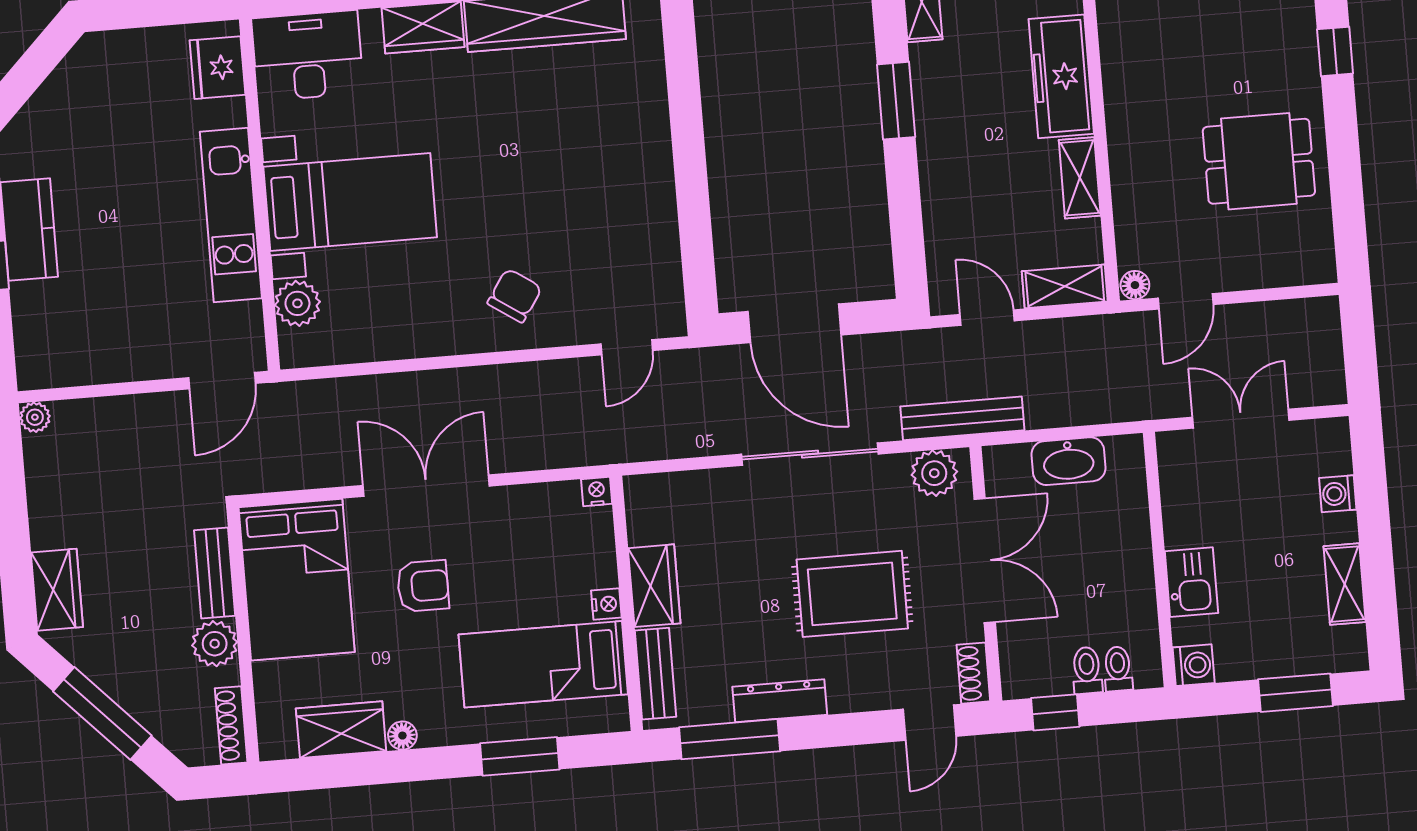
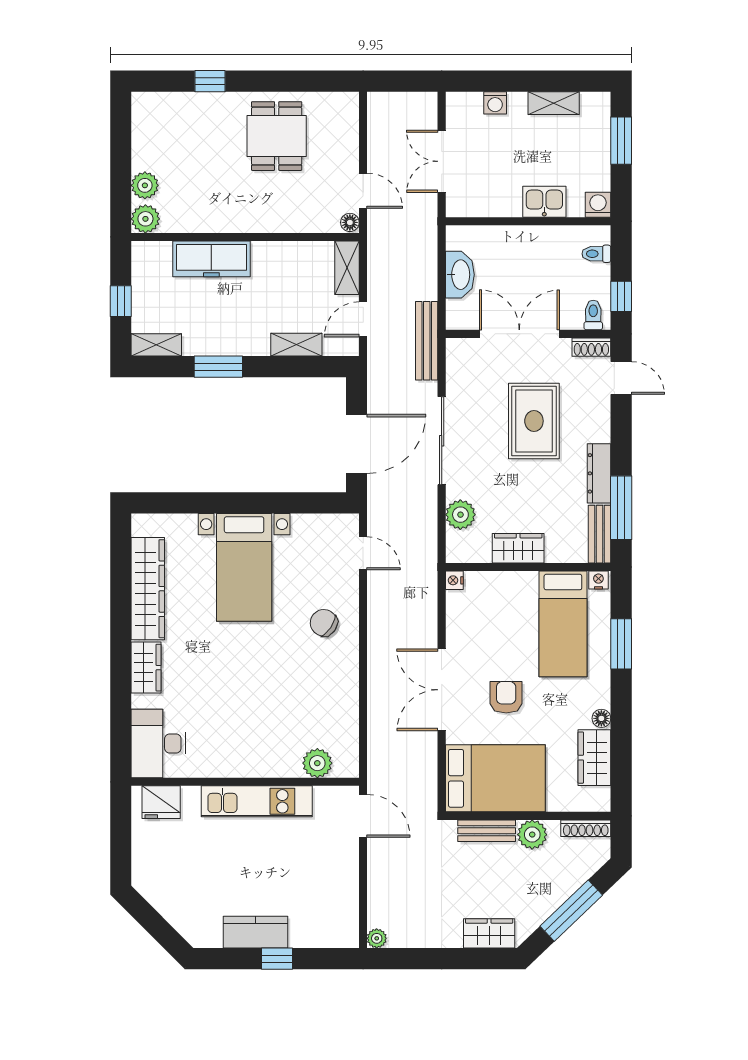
shelving: (1080, 178) -> (296, 345), moved
bed with nightstands: (350, 202) -> (244, 567), moved, turned 180
plant: (934, 473) -> (460, 515), moved
nightstand: (606, 604) -> (598, 580), moved
toilet: (1087, 670) -> (593, 315), moved, turned 90
bench: (655, 674) -> (600, 534), moved, turned 90

